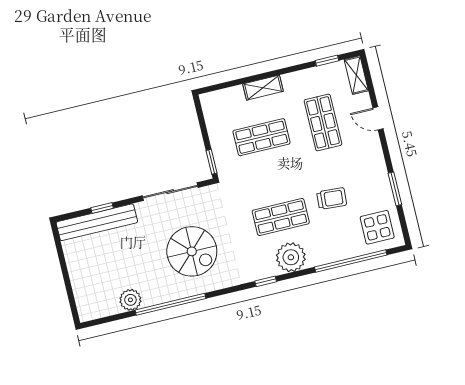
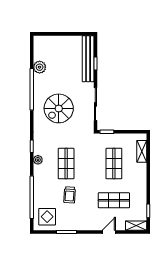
shelving: (263, 88) -> (142, 151), moved
plant: (291, 257) -> (38, 160), width x0.53, depth x0.53

